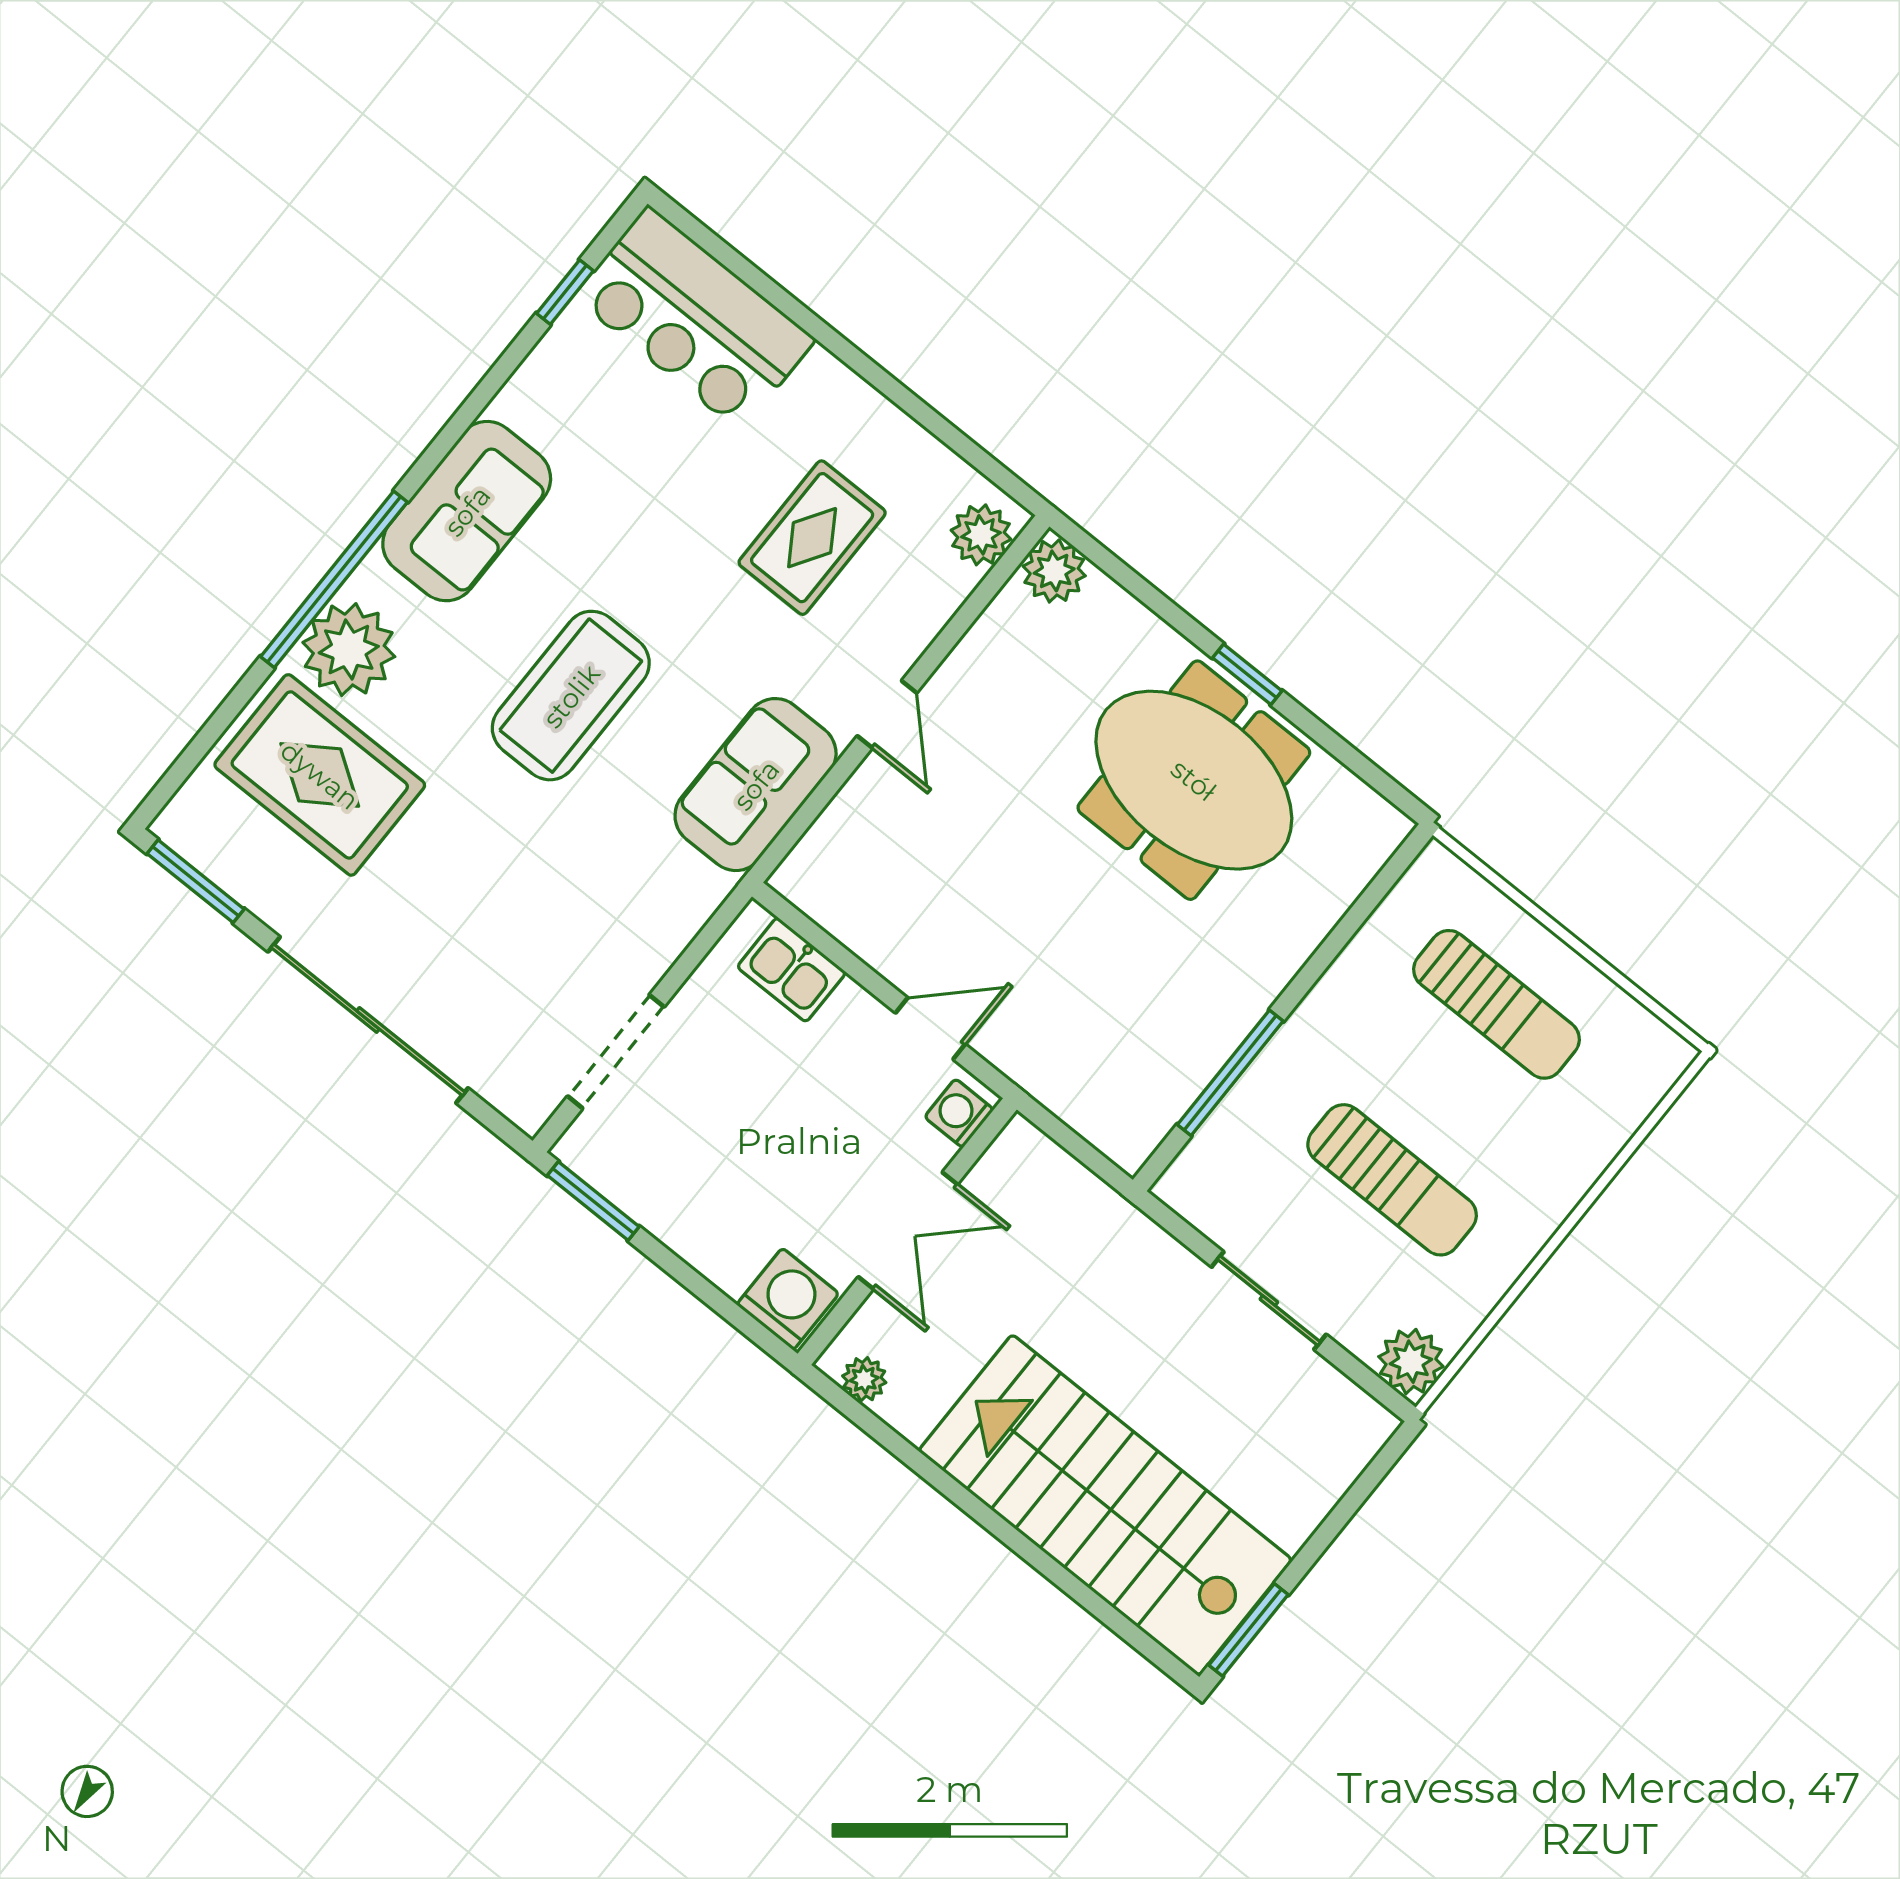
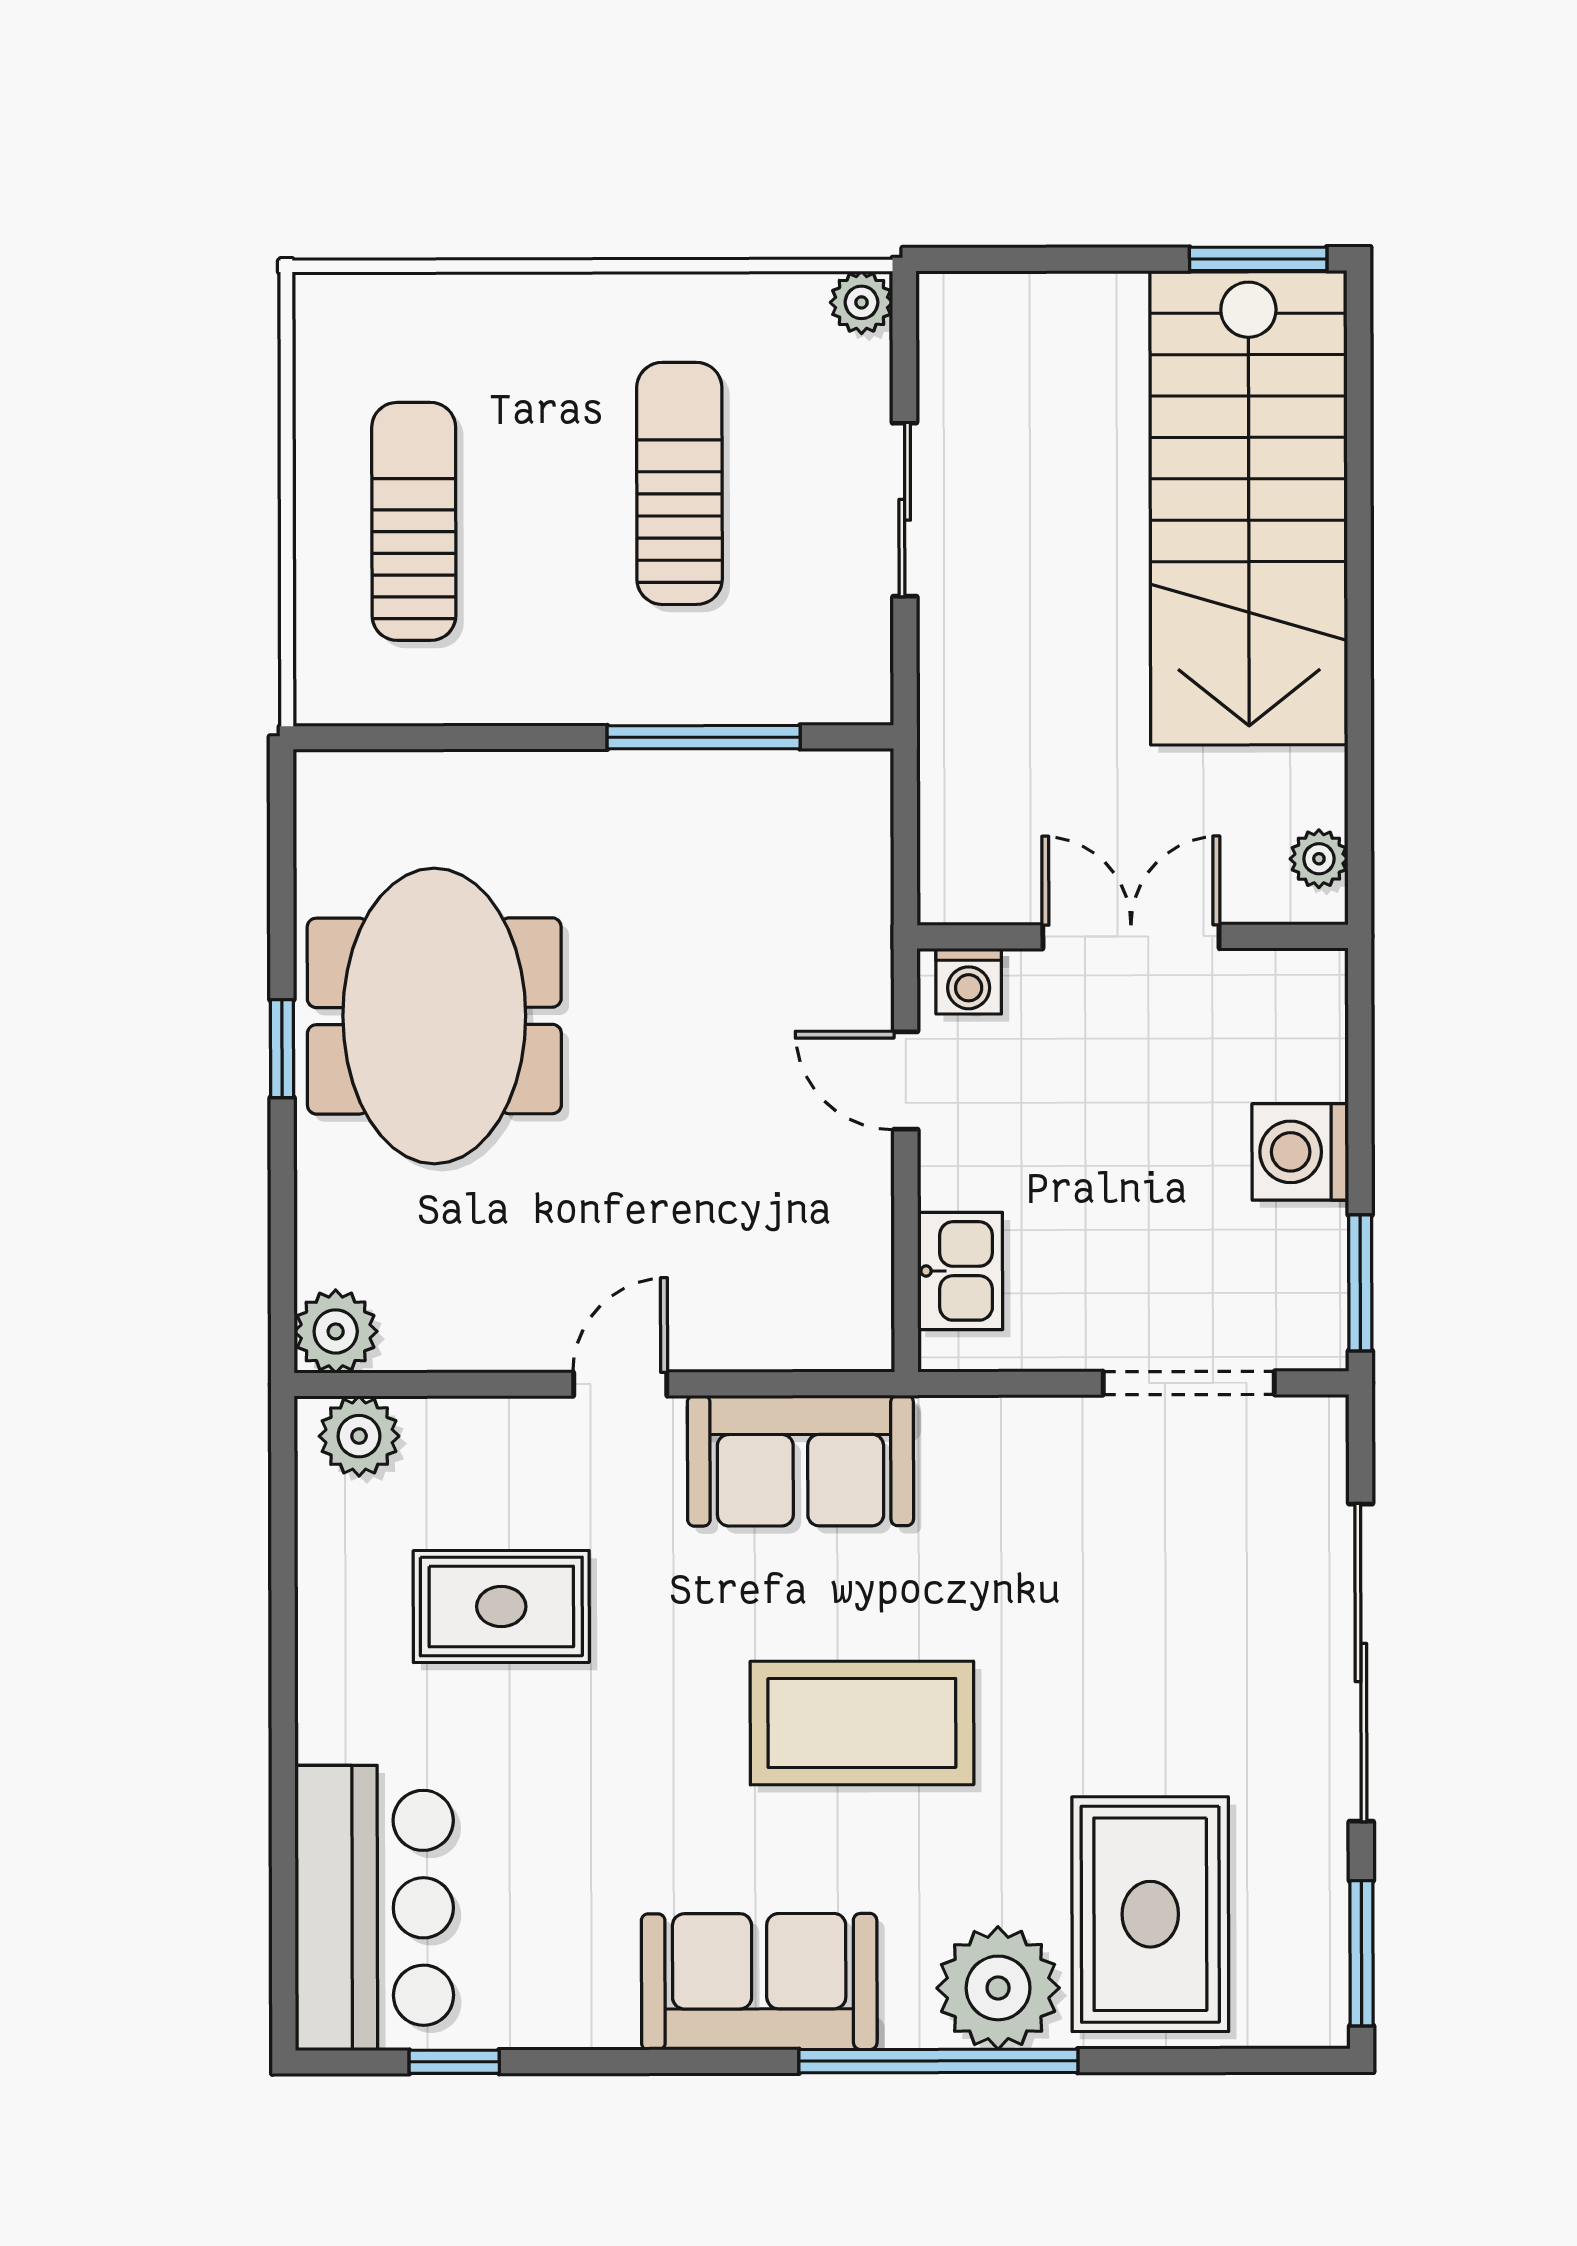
washing machine: (788, 1299) -> (1300, 1152), moved
plant: (1411, 1362) -> (861, 302), width x0.73, depth x0.73

